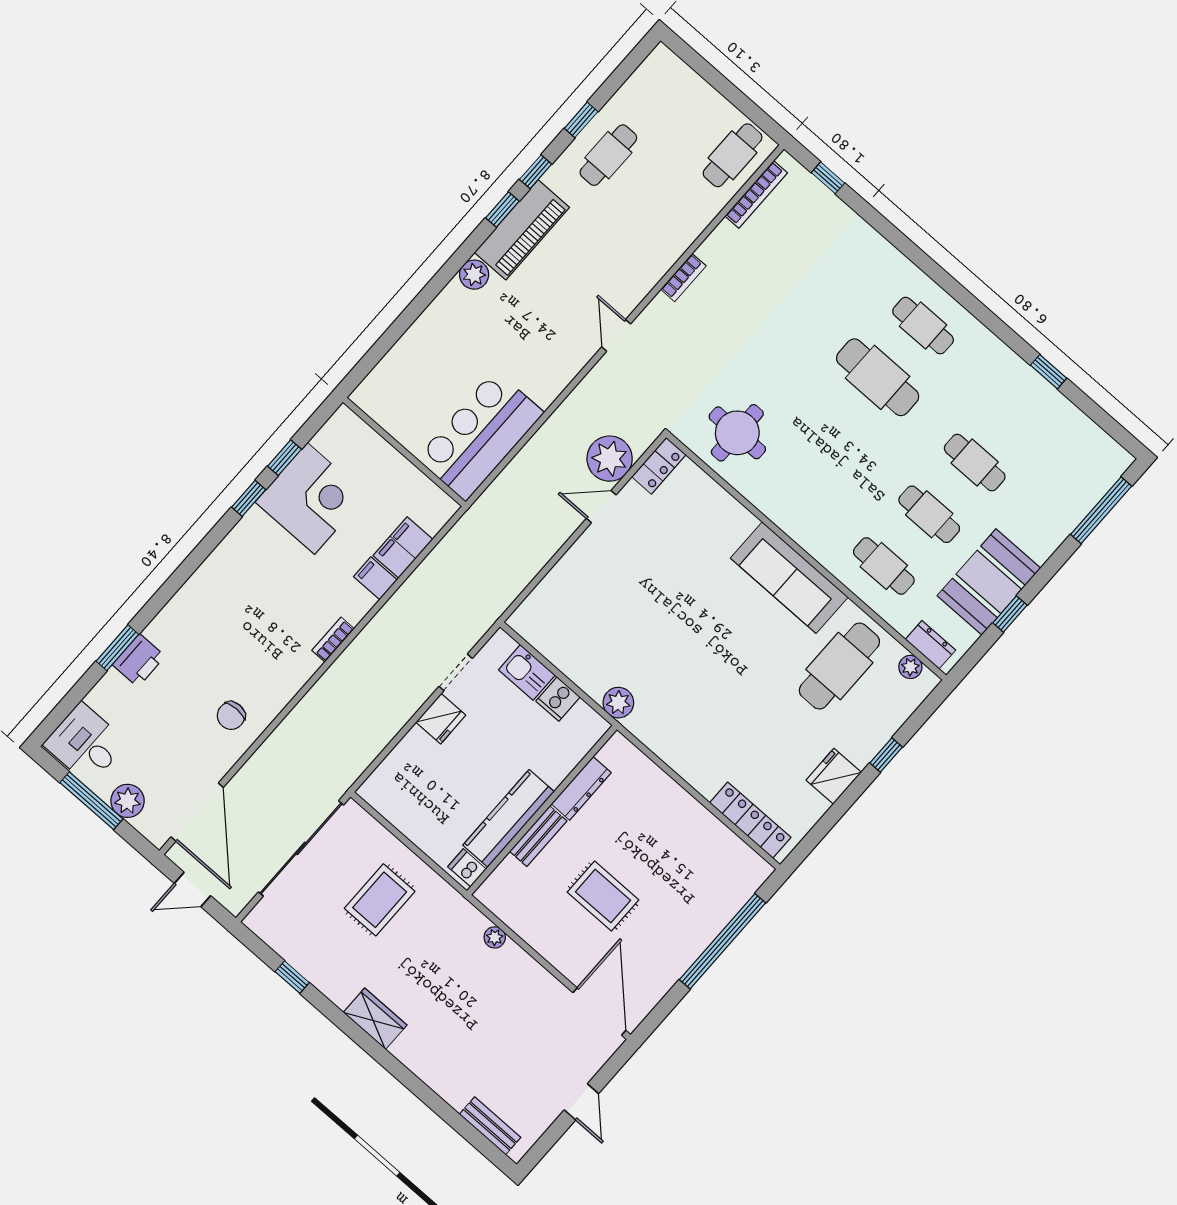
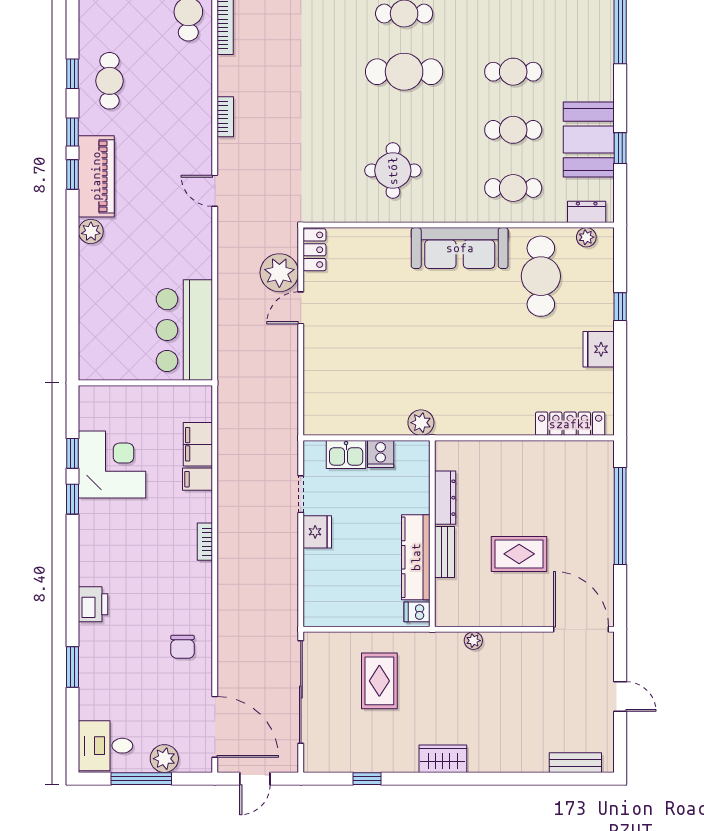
round table: (737, 433) -> (393, 171), moved
printer: (139, 660) -> (93, 604), moved

